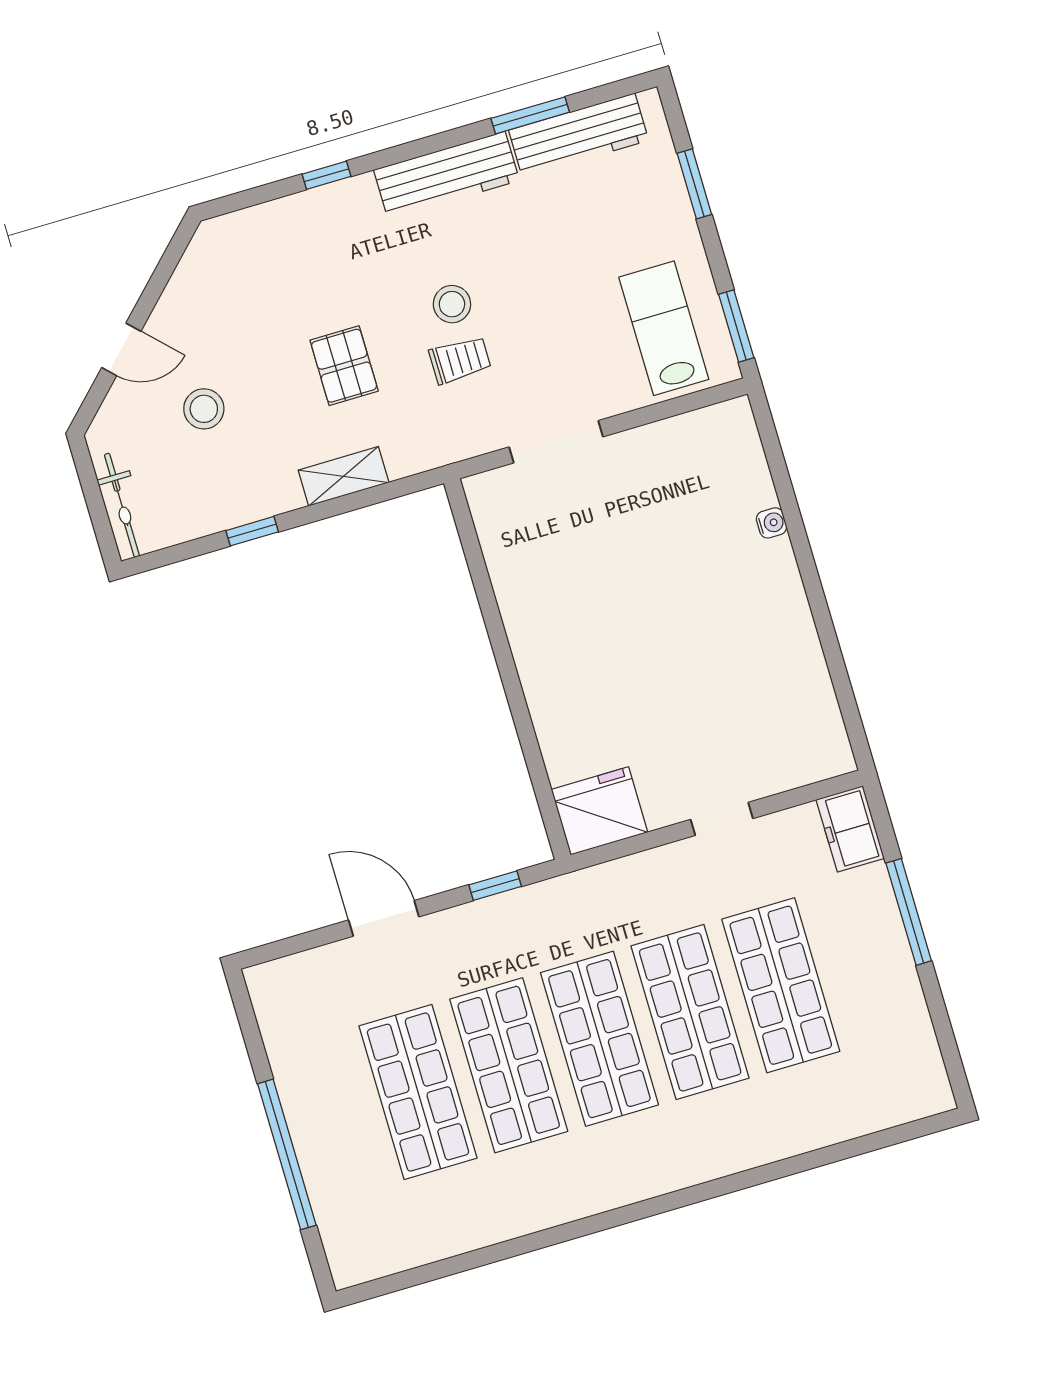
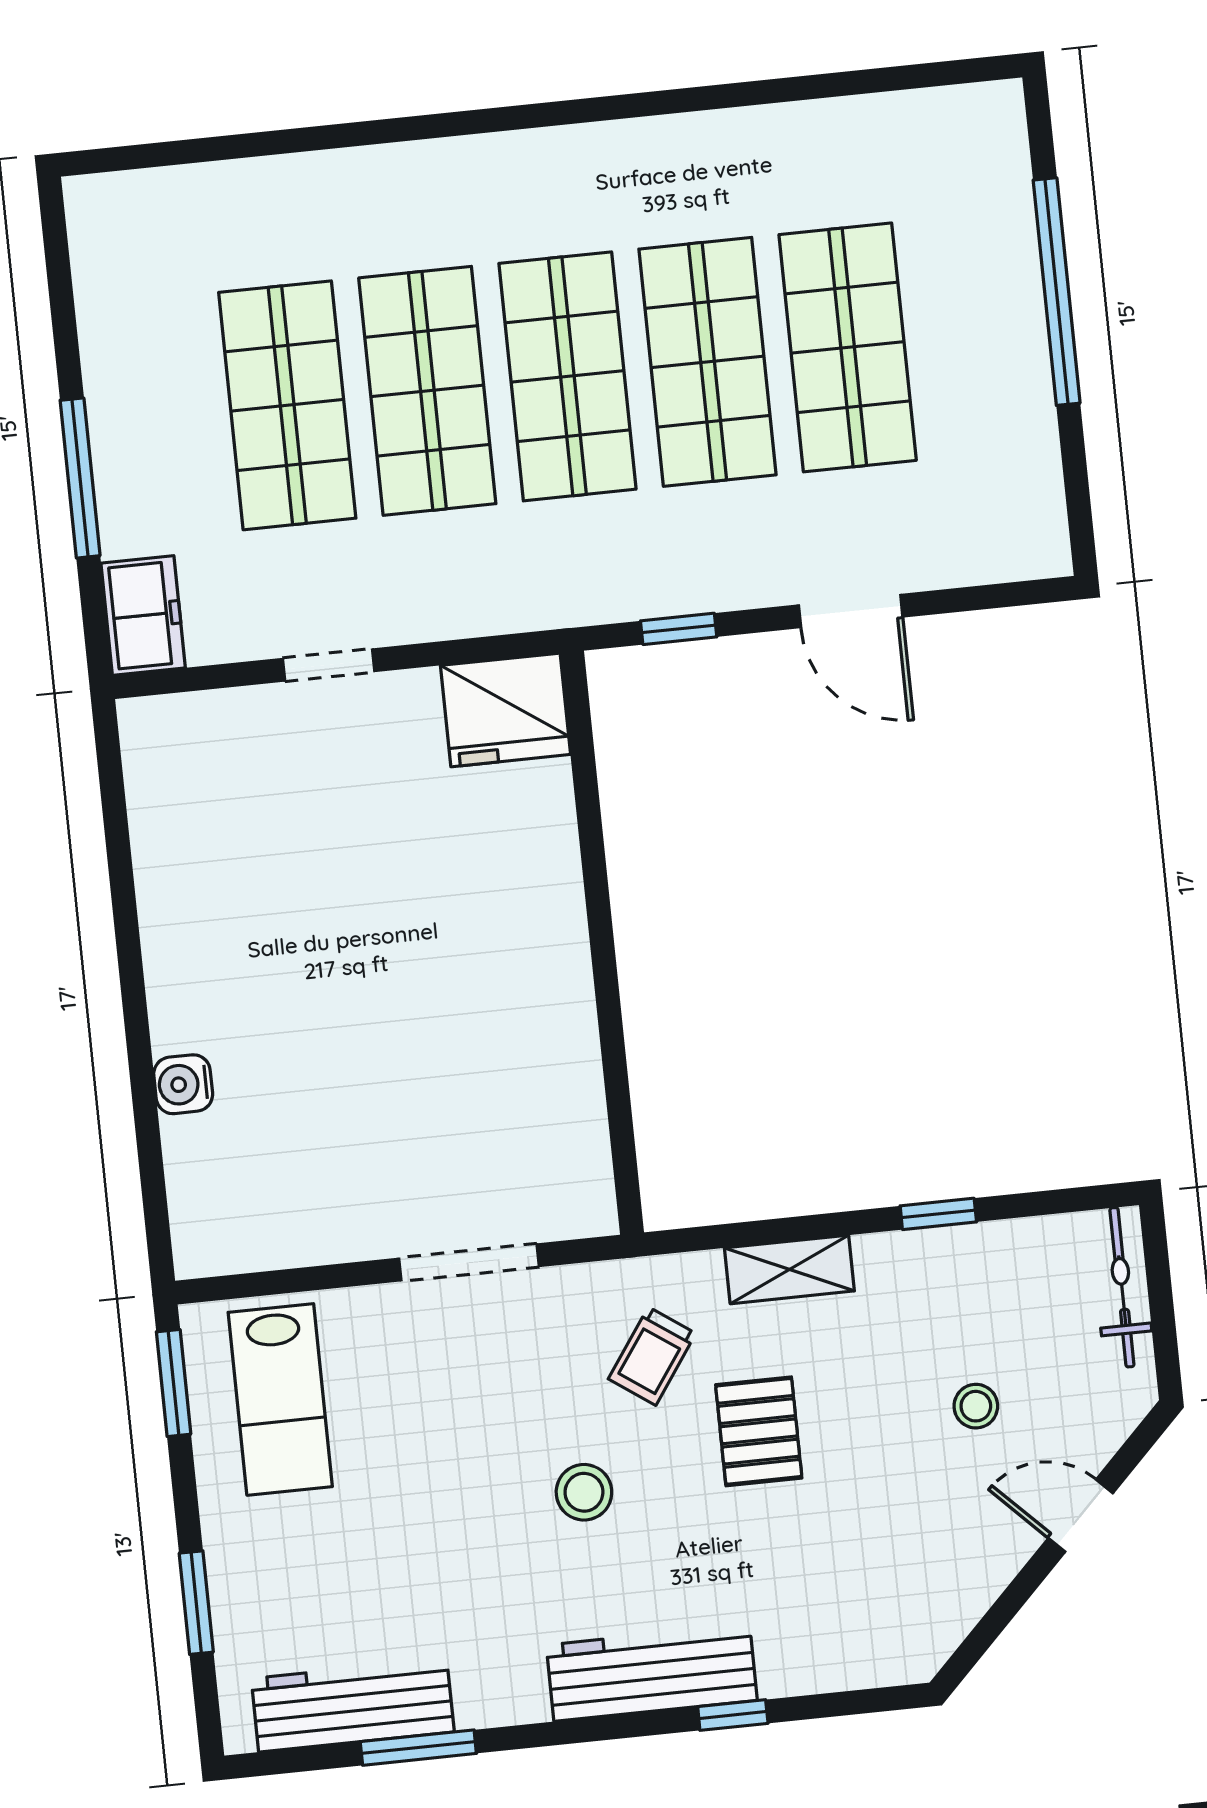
workbench: (447, 175) -> (652, 1673), moved
trolley: (460, 360) -> (652, 1356), moved, turned -55
stool: (204, 409) -> (976, 1406), width x0.73, depth x0.73
water cooler: (772, 523) -> (183, 1084), width x1.38, depth x1.38

